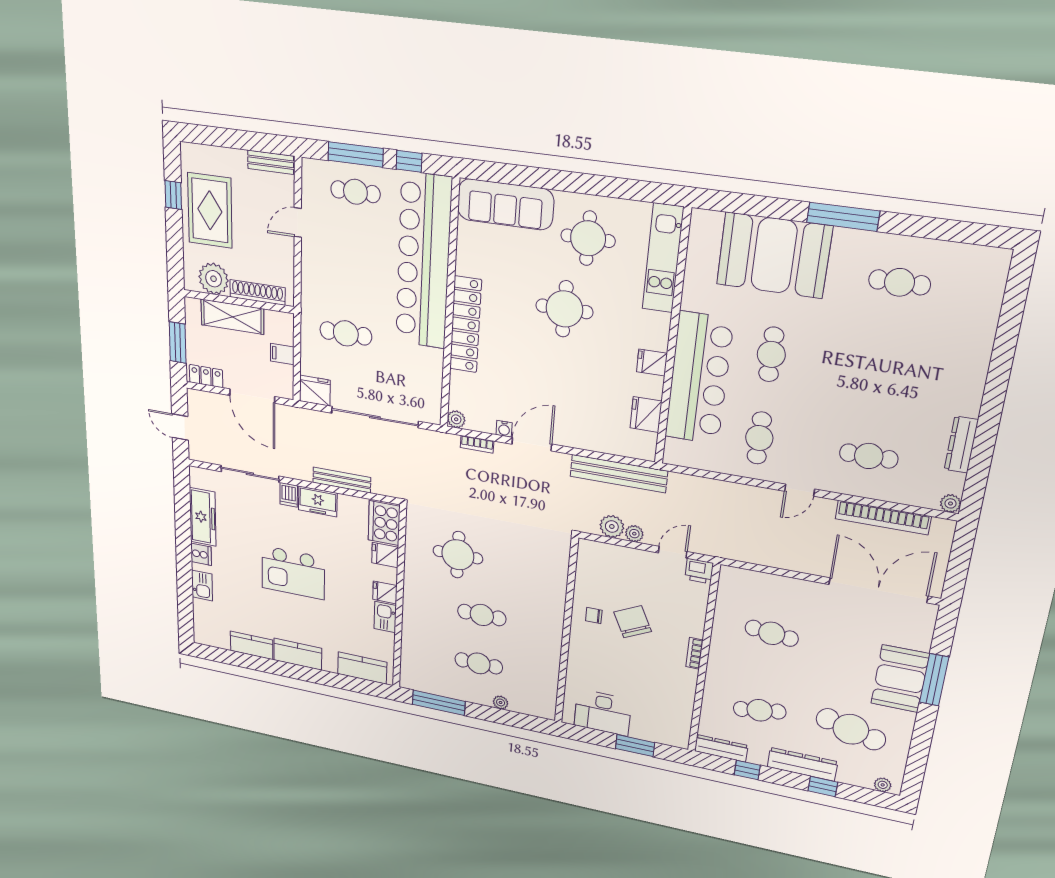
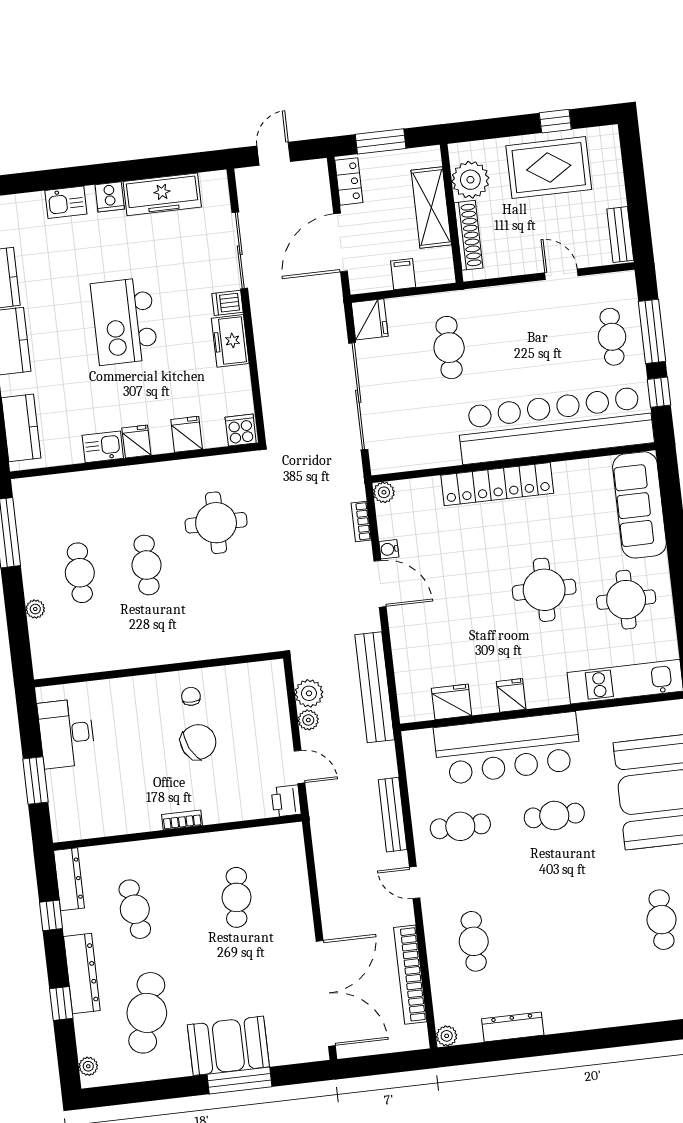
bench: (342, 480) -> (393, 815), moved
cooker: (384, 523) -> (241, 430), width x0.53, depth x0.76

